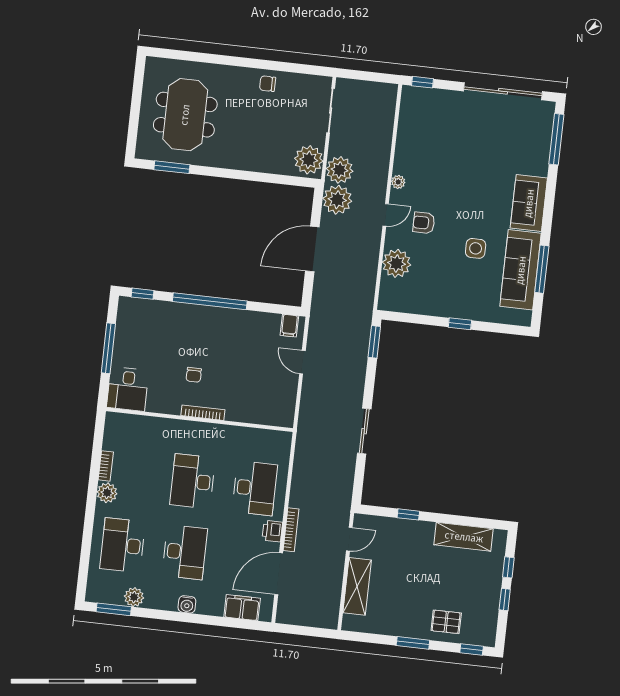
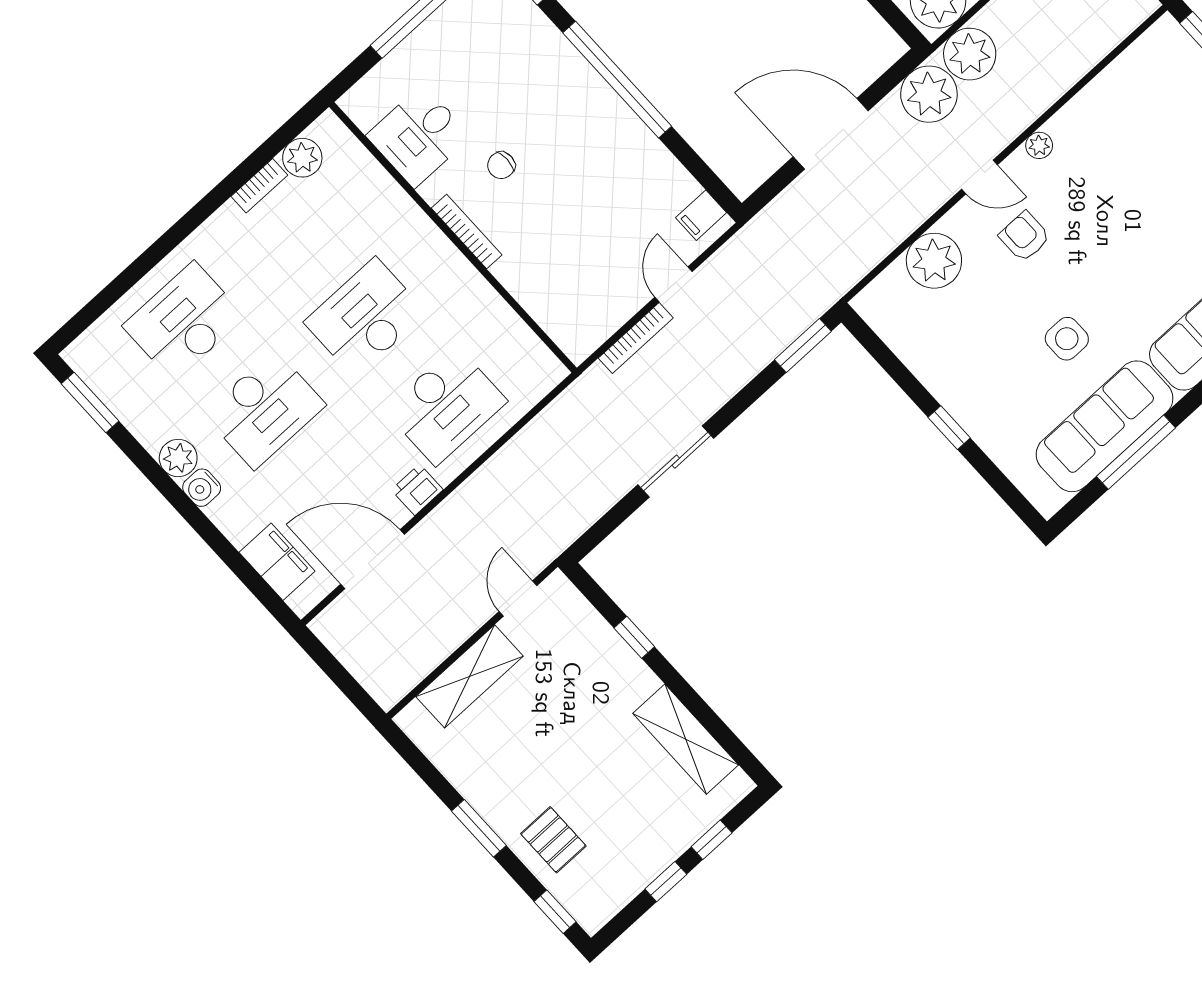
desk: (128, 389) -> (419, 136), moved
plant: (107, 493) -> (302, 158), moved
bookcase: (291, 530) -> (636, 338), moved
door: (349, 539) -> (518, 598), swing flipped
plant: (134, 597) -> (178, 458), moved

